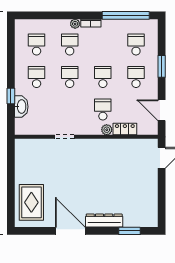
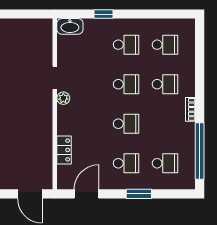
plant: (75, 24) -> (190, 91), removed
washbasin: (21, 107) -> (70, 26), moved
school desk: (103, 110) -> (87, 124), removed
plant: (107, 130) -> (63, 98), moved

